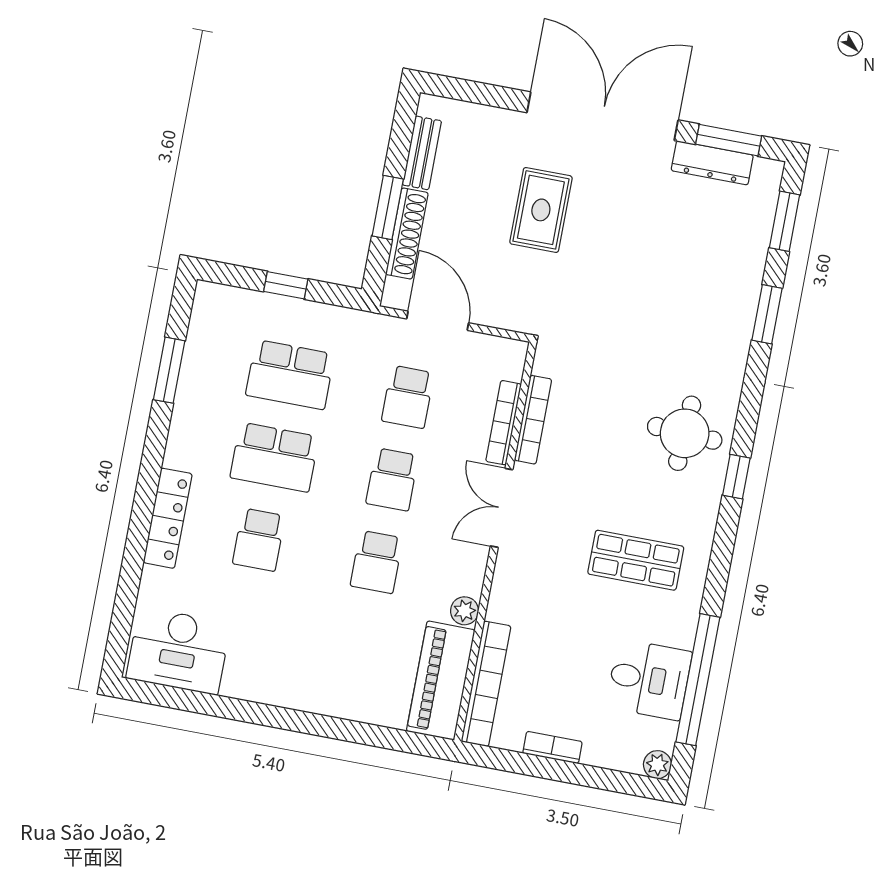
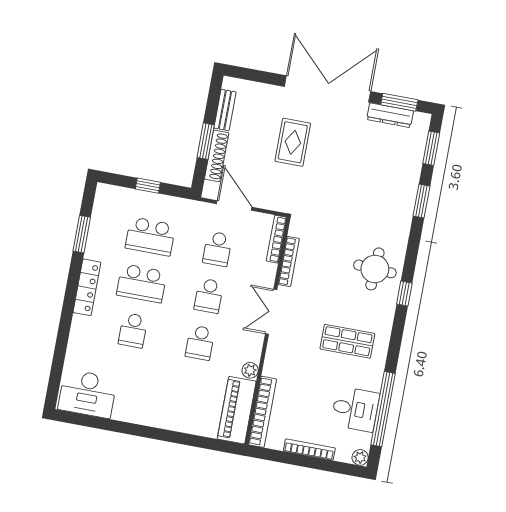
bookcase: (504, 423) -> (276, 239), moved
locker: (168, 518) -> (87, 287), moved
bookcase: (552, 747) -> (309, 450), width x1.56

